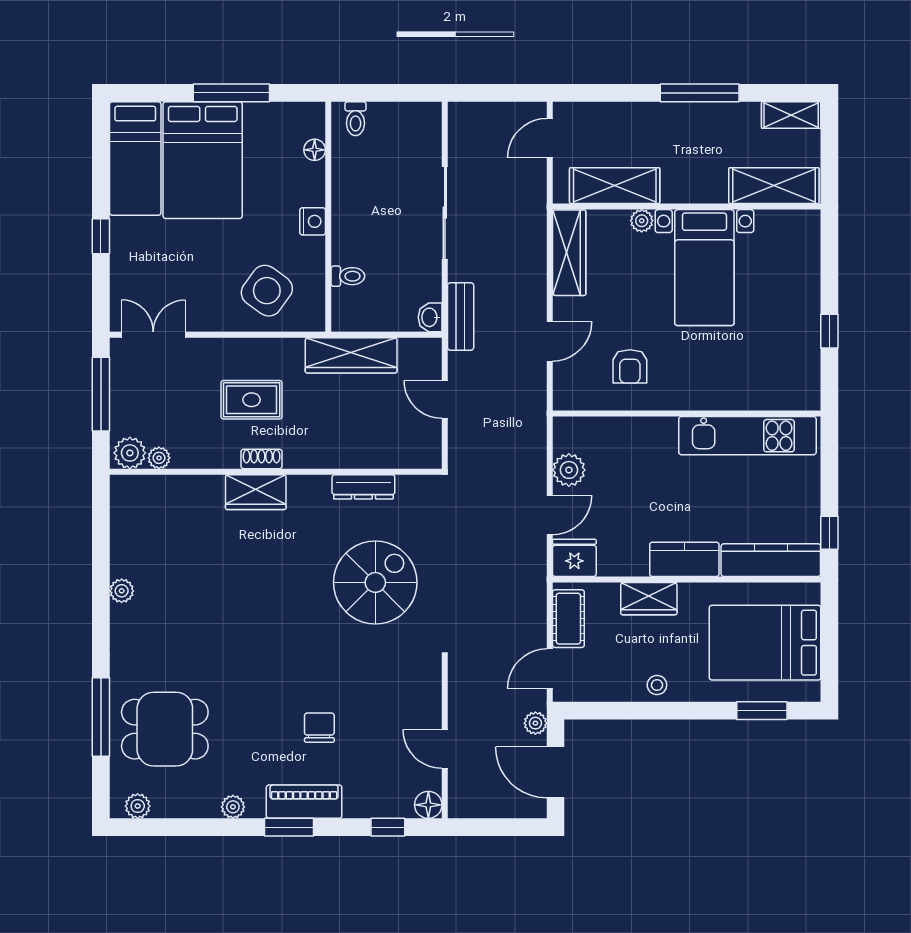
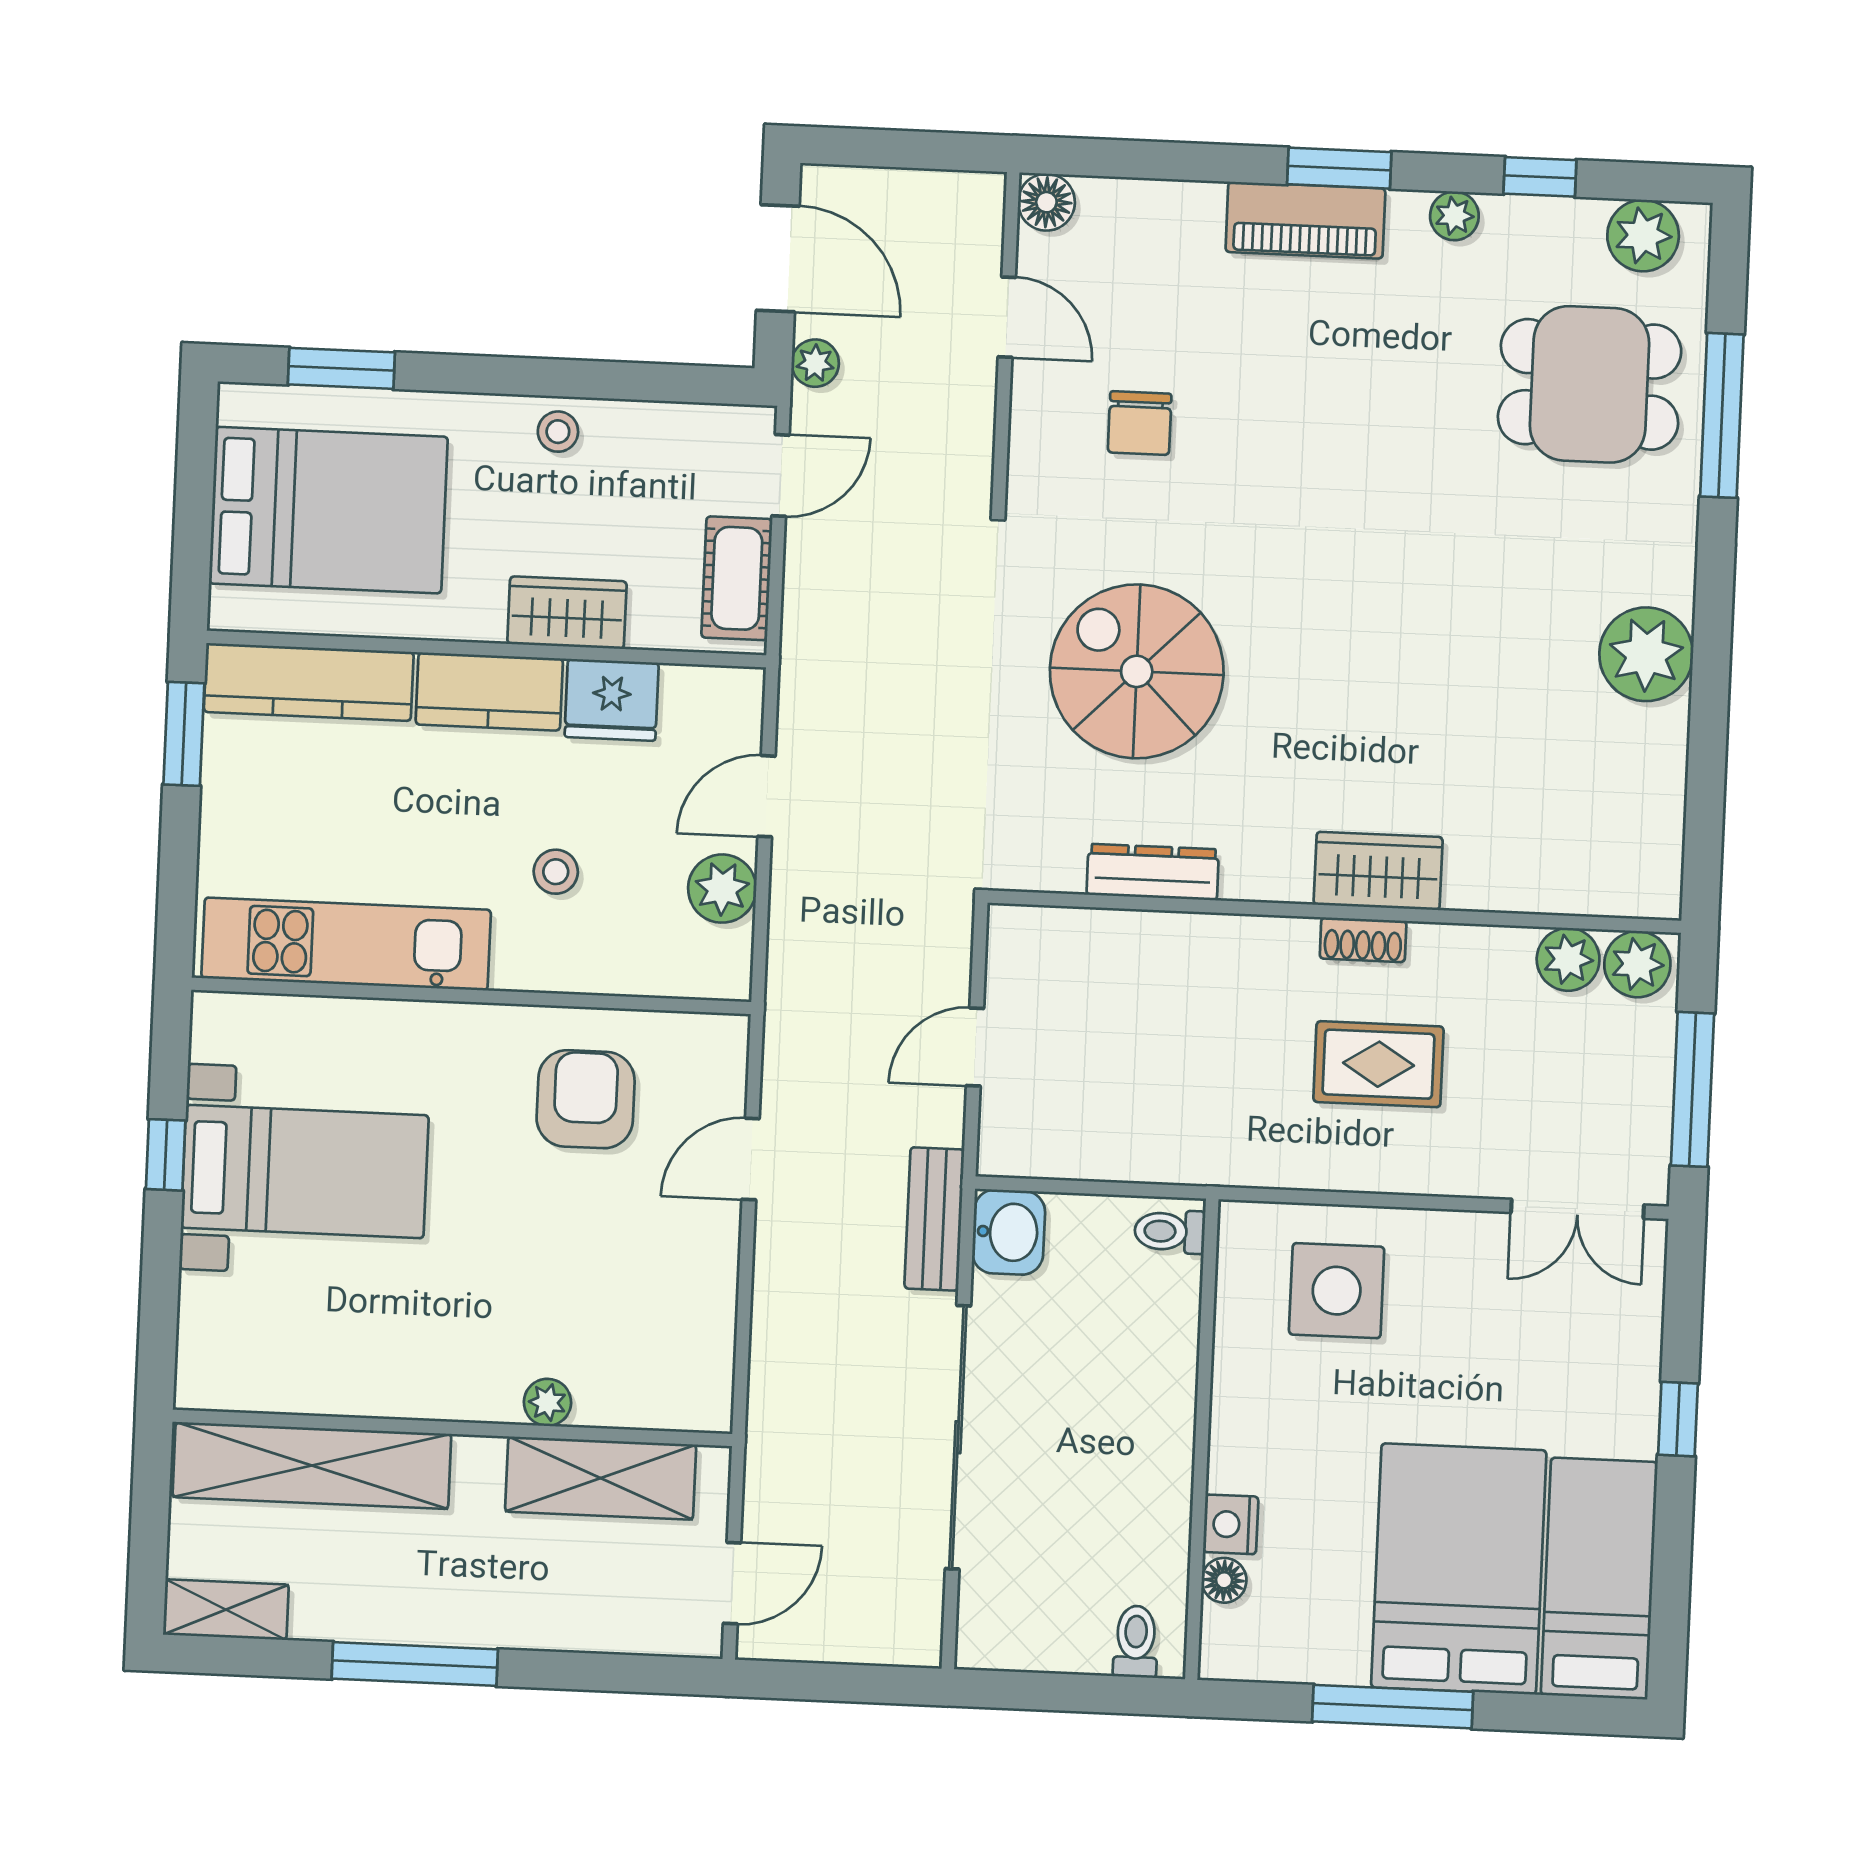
shelving: (774, 186) -> (312, 1466), width x1.47
sliding door: (445, 213) -> (958, 1437), width x1.36
nightstand: (313, 221) -> (1231, 1524), moved
wardrobe: (569, 253) -> (702, 1342), removed
bed with nightstands: (704, 268) -> (305, 1172), moved, turned 90
toilet: (348, 276) -> (1170, 1231), moved
side table: (267, 291) -> (1337, 1291), turned -36
washbasin: (430, 317) -> (1009, 1232), width x1.38, depth x1.45
wardrobe: (351, 355) -> (1166, 1148), removed
armchair: (630, 366) -> (586, 1099), width x1.38, depth x1.38
door: (445, 400) -> (975, 1047), swing flipped
plant: (159, 458) -> (1568, 959), width x1.38, depth x1.38
stool: (649, 475) -> (556, 872), added
window: (829, 533) -> (184, 734), width x1.50
fridge: (574, 558) -> (612, 700), moved
spiral stairs: (375, 582) -> (1137, 671), turned 90
plant: (122, 591) -> (1646, 654), width x1.88, depth x1.88
chair: (319, 728) -> (1140, 423), moved
plant: (138, 806) -> (1643, 236), width x1.38, depth x1.38
window: (388, 827) -> (1540, 177), moved

